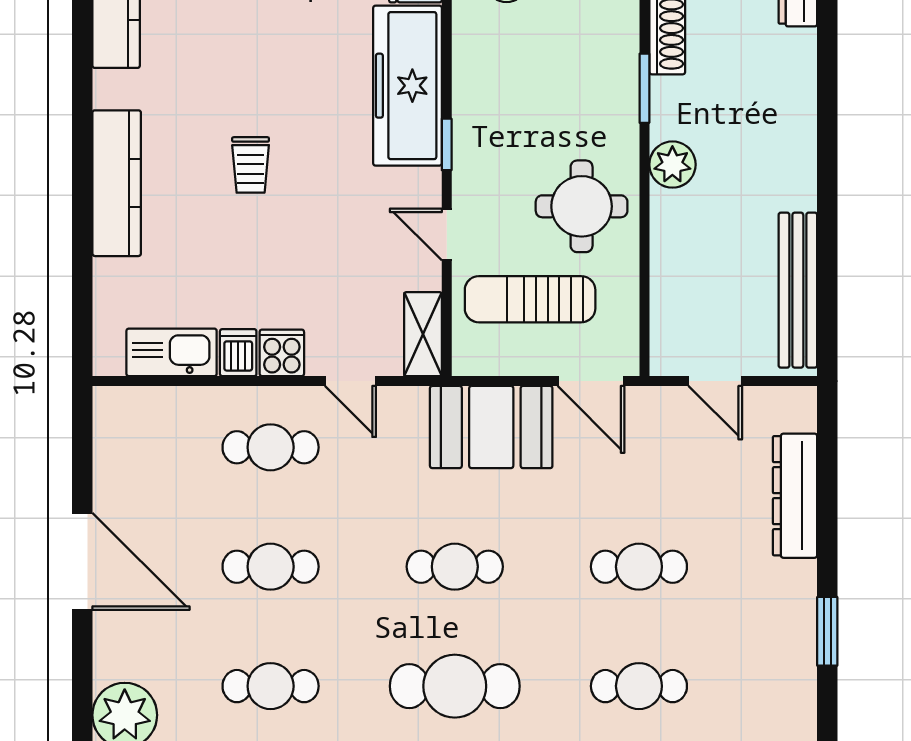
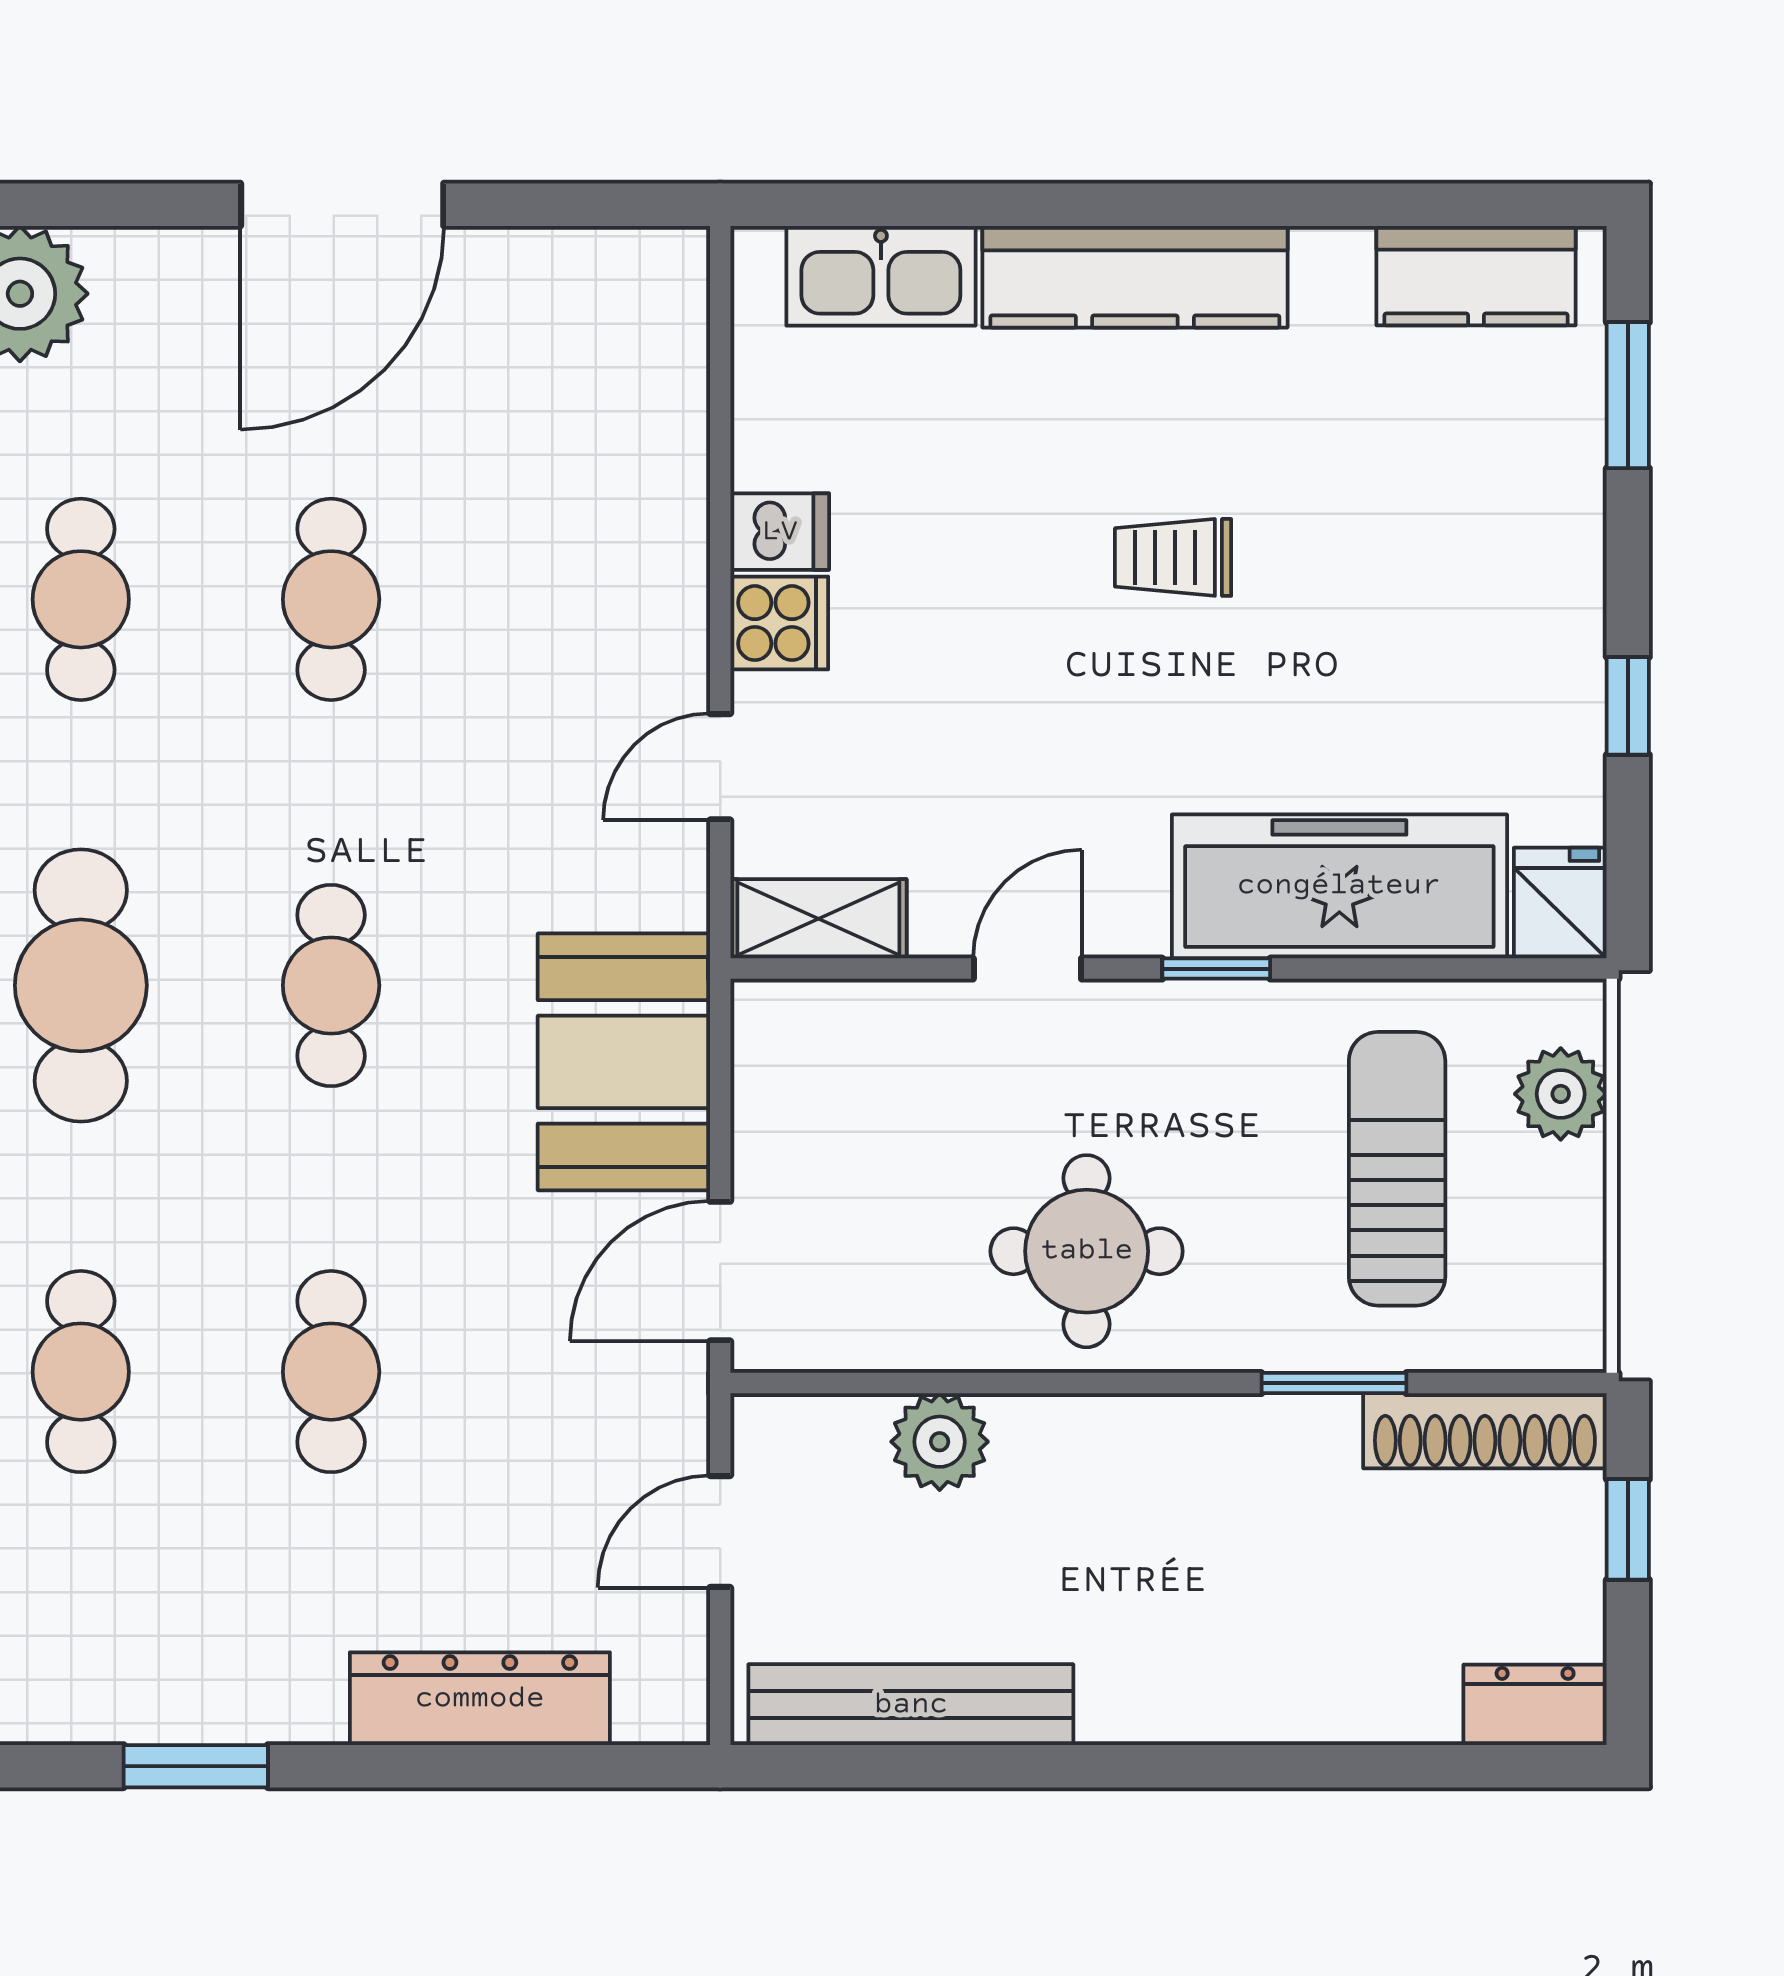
plant: (672, 165) -> (940, 1442), moved
sun lounger: (530, 299) -> (1397, 1169), moved
kitchen sink: (172, 352) -> (881, 276), moved, turned 90
cafe table: (271, 447) -> (581, 599), removed

